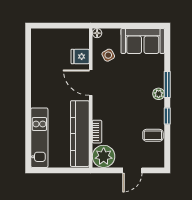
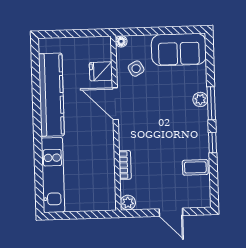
plant: (159, 94) -> (200, 99), moved
kitchen counter: (80, 134) -> (51, 95), moved, turned 180
plant: (104, 156) -> (128, 203), width x0.53, depth x0.53
door: (132, 170) -> (171, 212), hinge flipped

